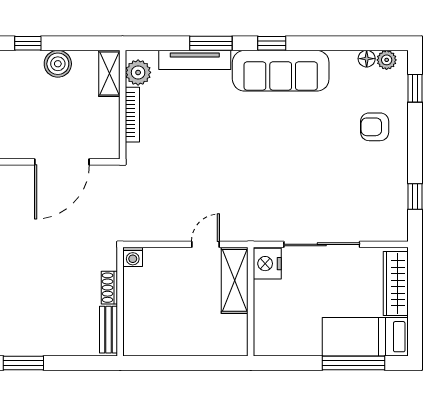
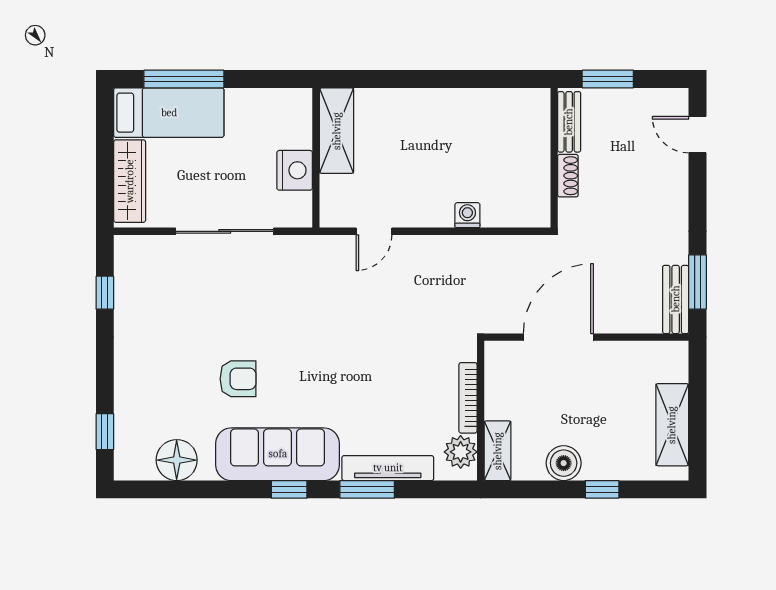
floor lamp: (367, 59) -> (177, 460), width x1.89, depth x1.89
plant: (387, 60) -> (141, 468), removed
armchair: (375, 127) -> (238, 379), moved
nightstand: (267, 264) -> (295, 170), moved
shelving: (235, 280) -> (337, 131), moved
shoe rack: (109, 288) -> (568, 176), moved
wall: (120, 302) -> (554, 158), moved
bench: (108, 330) -> (569, 122), moved

